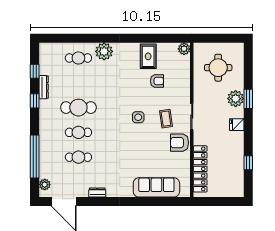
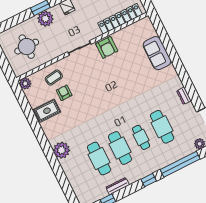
cafe table: (78, 58) -> (99, 159), moved, width x1.37, depth x1.35
window: (35, 101) -> (149, 180), moved
side table: (138, 117) -> (103, 93), removed
coffee table: (166, 119) -> (54, 78), moved
cafe table: (78, 157) -> (162, 127), width x1.37, depth x1.35
sofa: (156, 187) -> (157, 53), width x0.73

